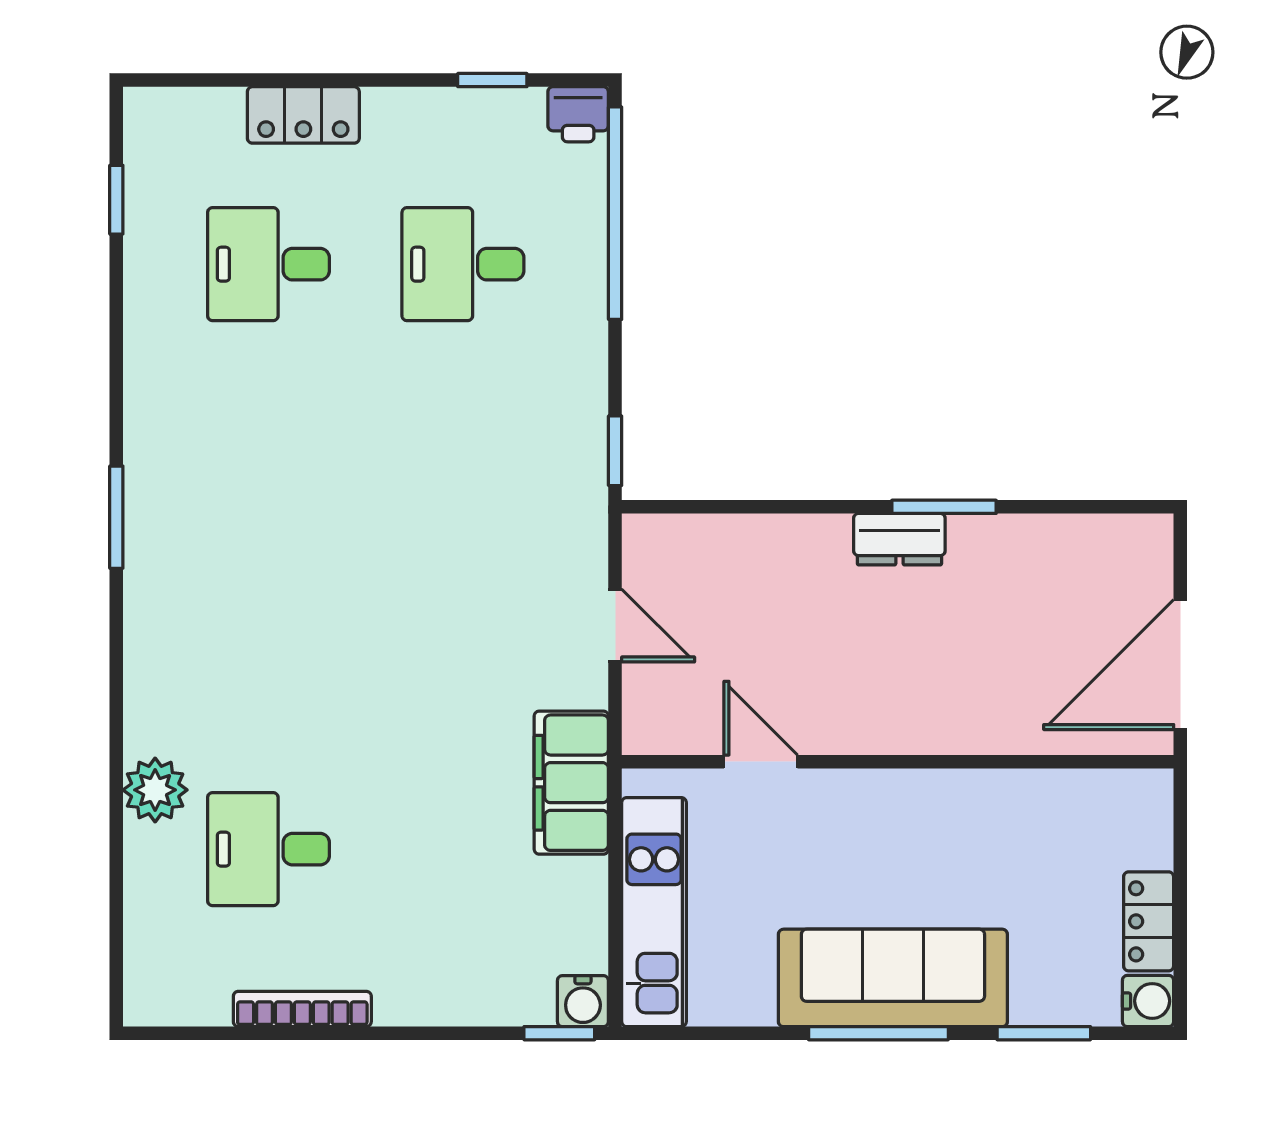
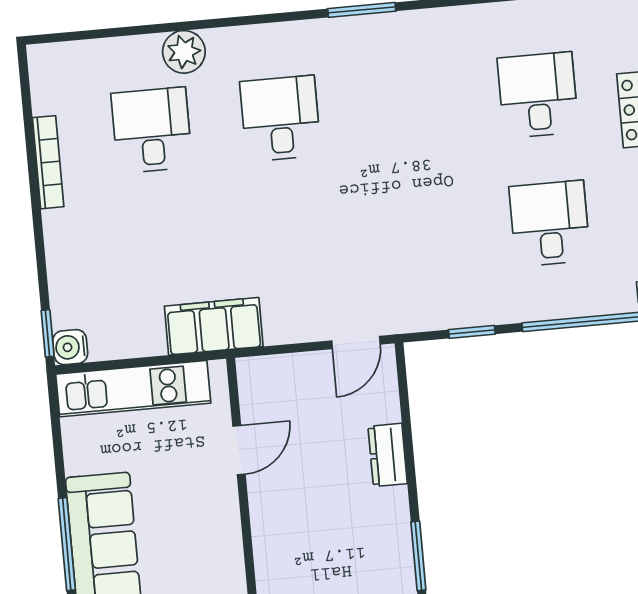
window: (615, 451) -> (472, 332), moved
dresser: (899, 539) -> (388, 455), moved
door: (615, 626) -> (356, 342), moved
desk: (268, 654) -> (280, 119), added

